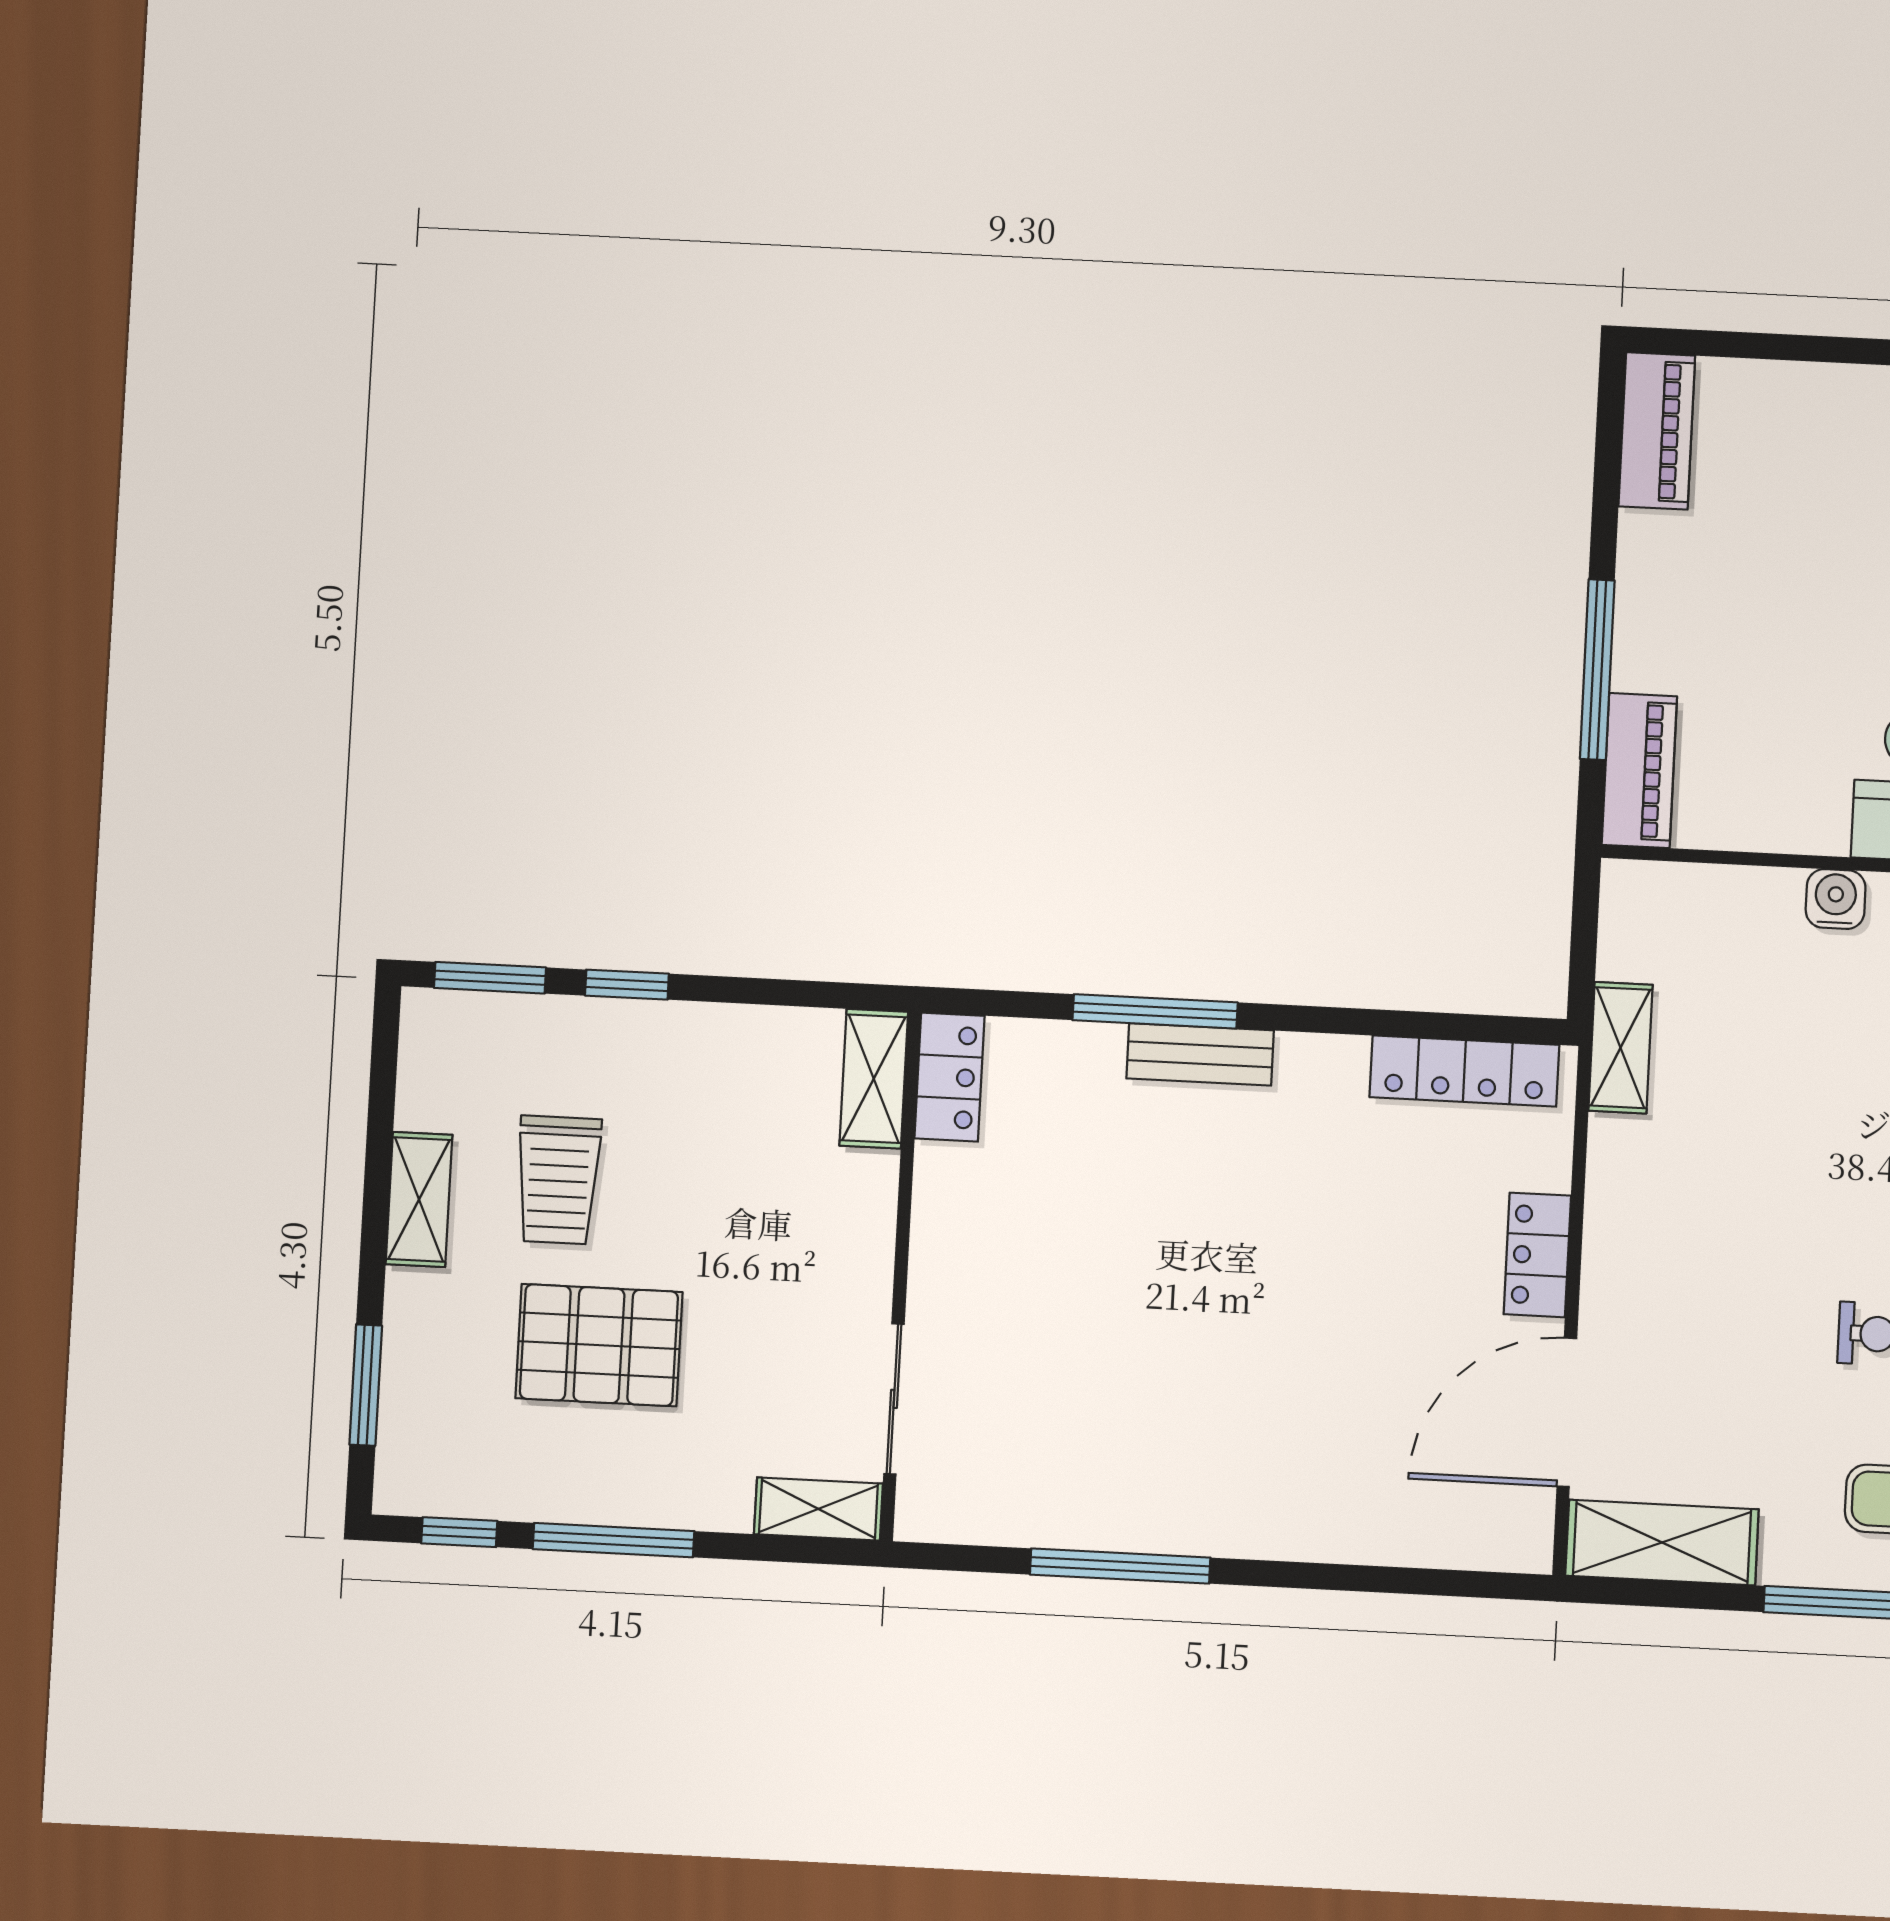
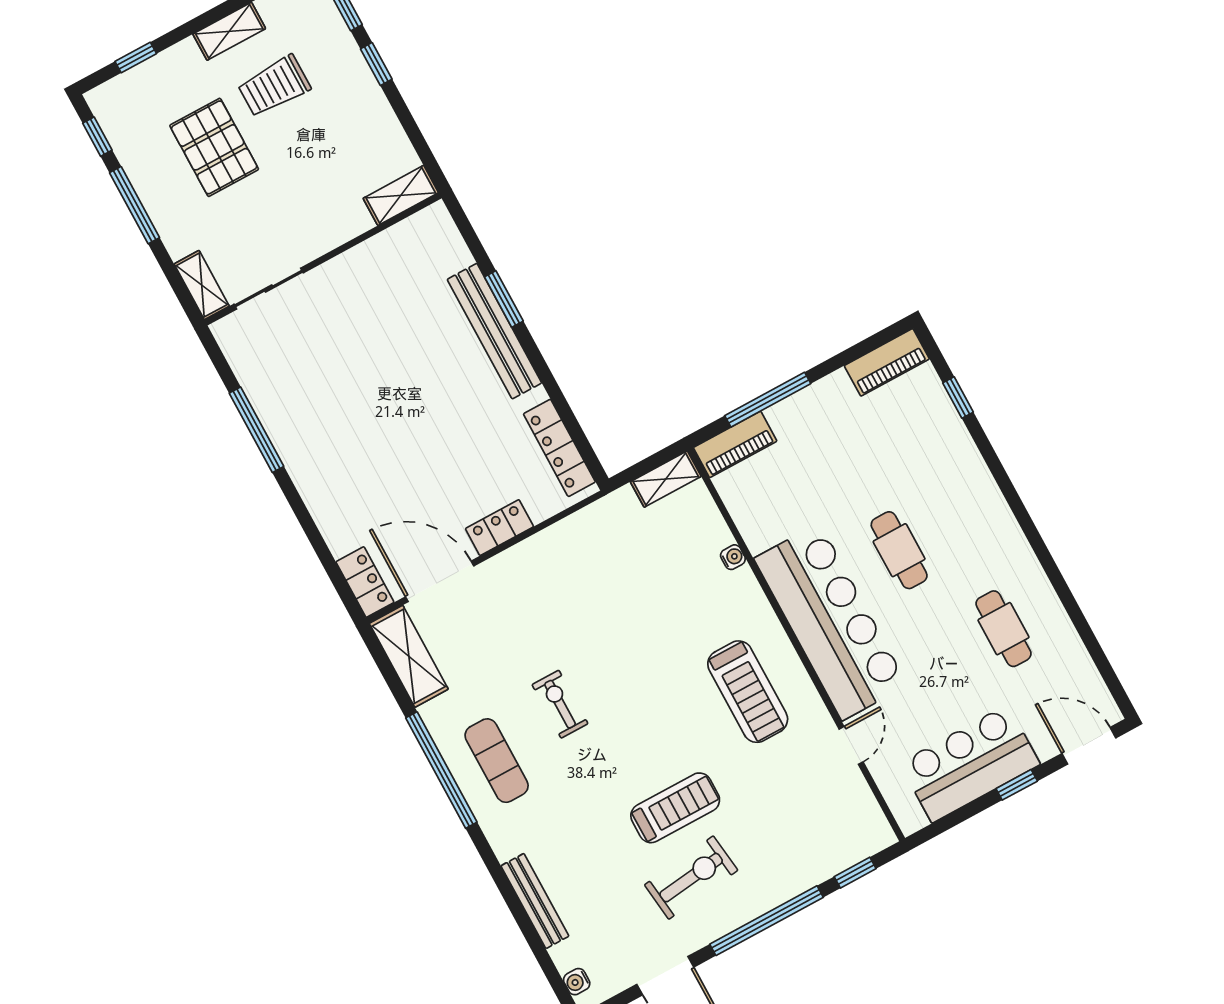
window: (1789, 347) -> (958, 397), added
water cooler: (1836, 899) -> (733, 557), width x0.72, depth x0.72
window: (1155, 1011) -> (504, 299), width x0.69
shelving: (1620, 1048) -> (666, 479), moved
bench: (1200, 1054) -> (494, 331), width x1.86, depth x1.21
locker: (950, 1077) -> (365, 582), moved, turned -90
window: (366, 1385) -> (136, 57), width x0.67

